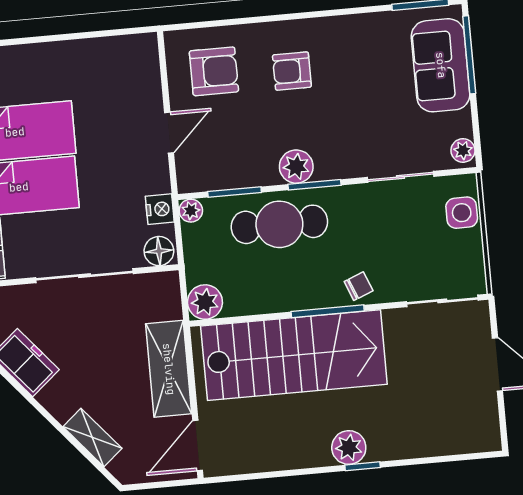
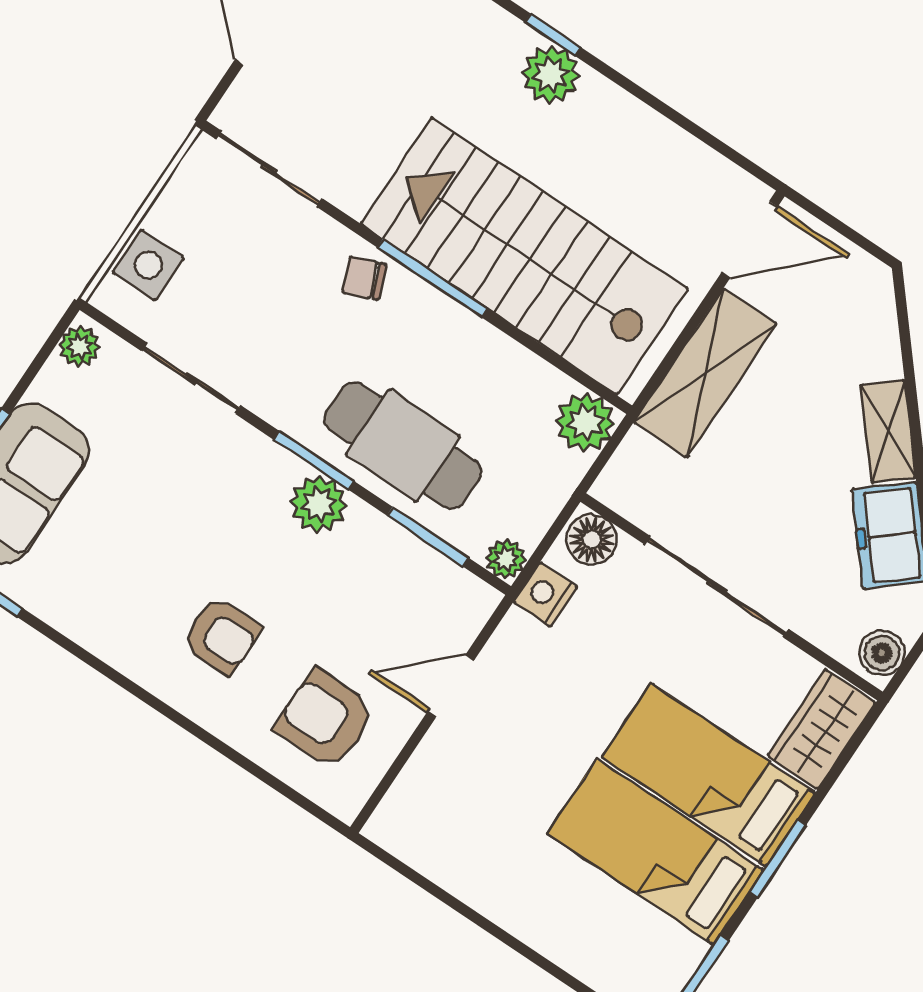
shelving: (92, 437) -> (888, 431), moved

